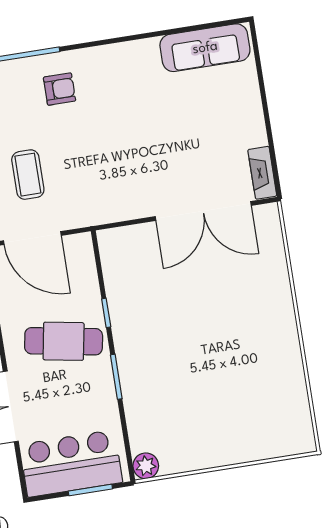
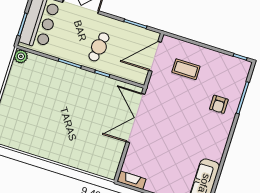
double door: (203, 211) -> (136, 118), moved
cafe table: (64, 341) -> (99, 47), width x0.73, depth x0.74

